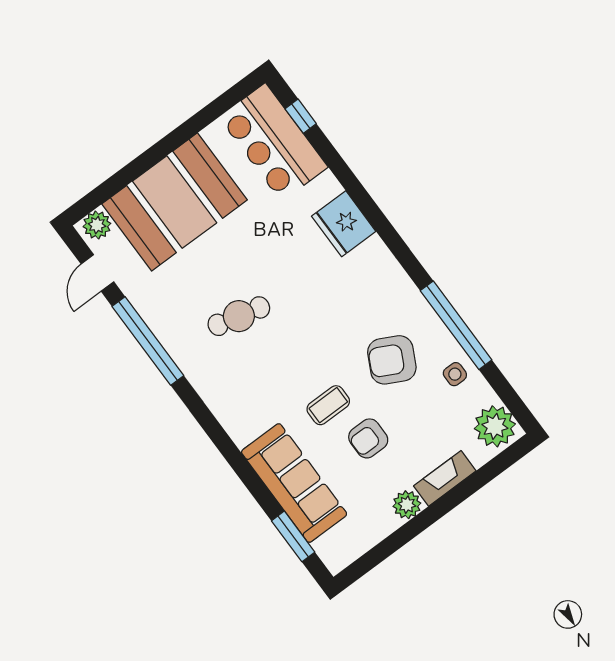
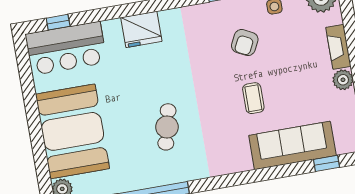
armchair: (392, 360) -> (245, 43), width x0.72, depth x0.72
armchair: (368, 438) -> (288, 83), removed
window: (293, 536) -> (327, 163), width x0.67

